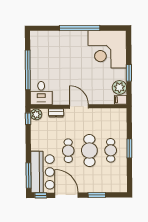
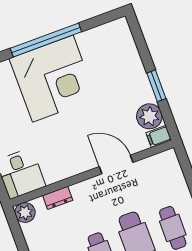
corner desk: (107, 49) -> (53, 79), moved, turned -90
door: (79, 107) -> (116, 164), moved
window: (28, 119) -> (14, 225), removed

